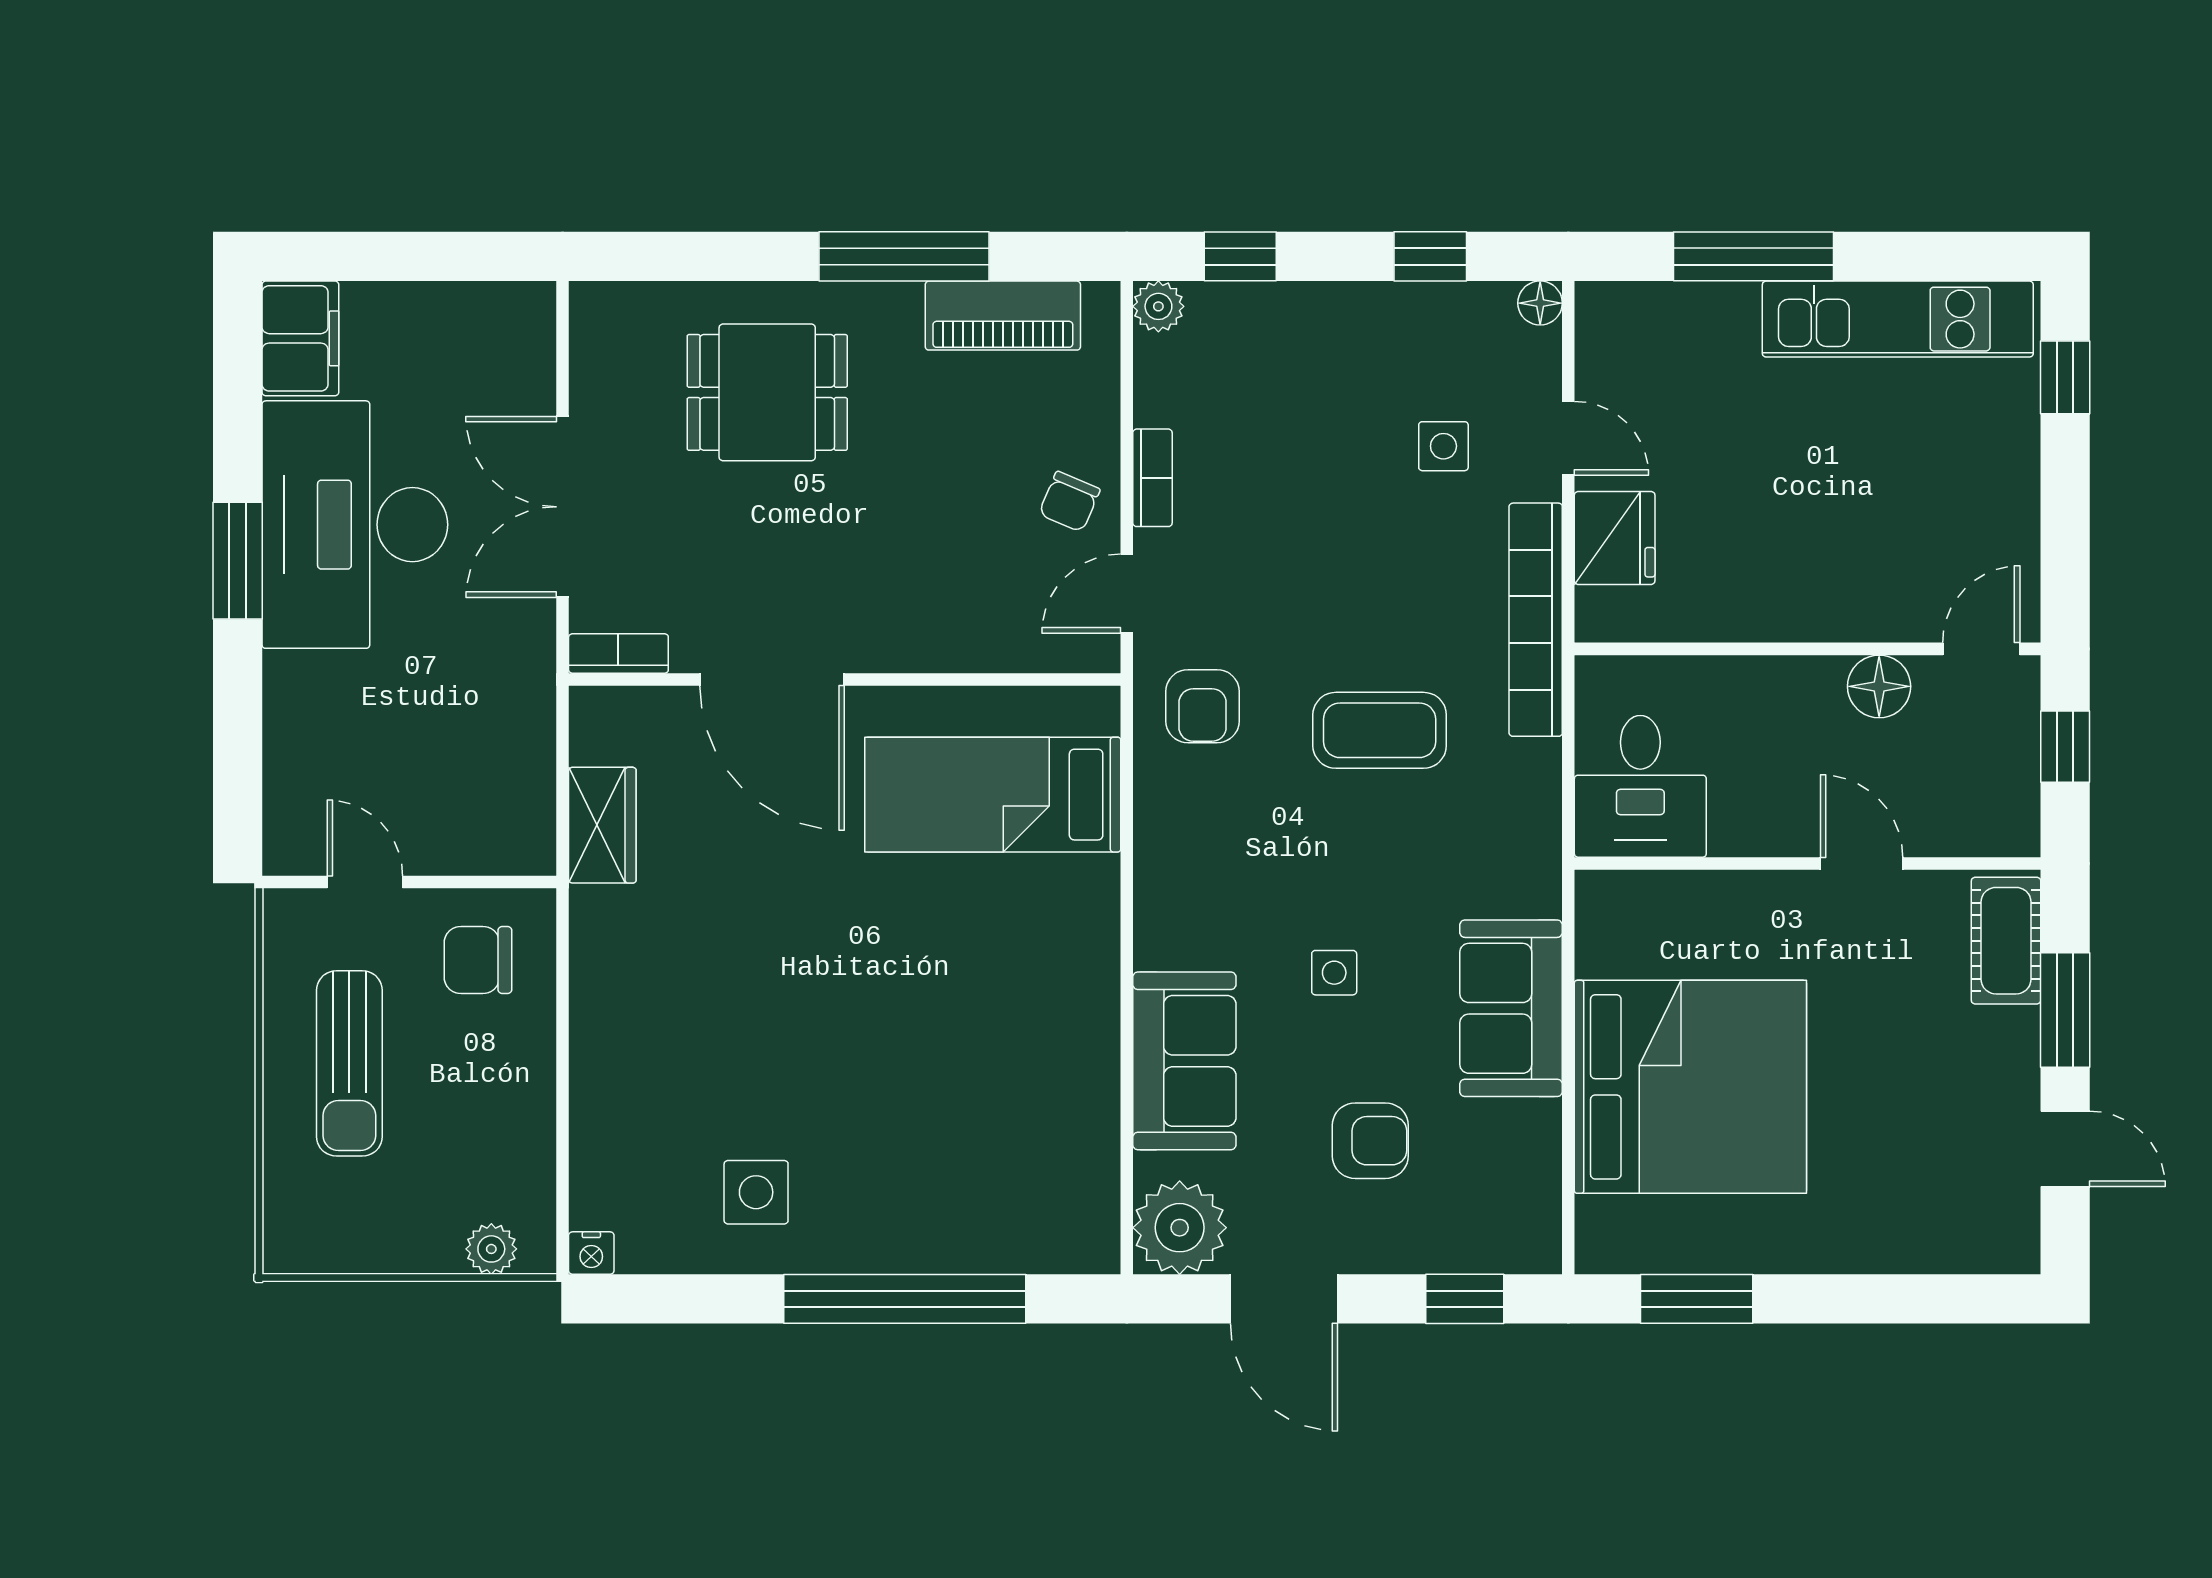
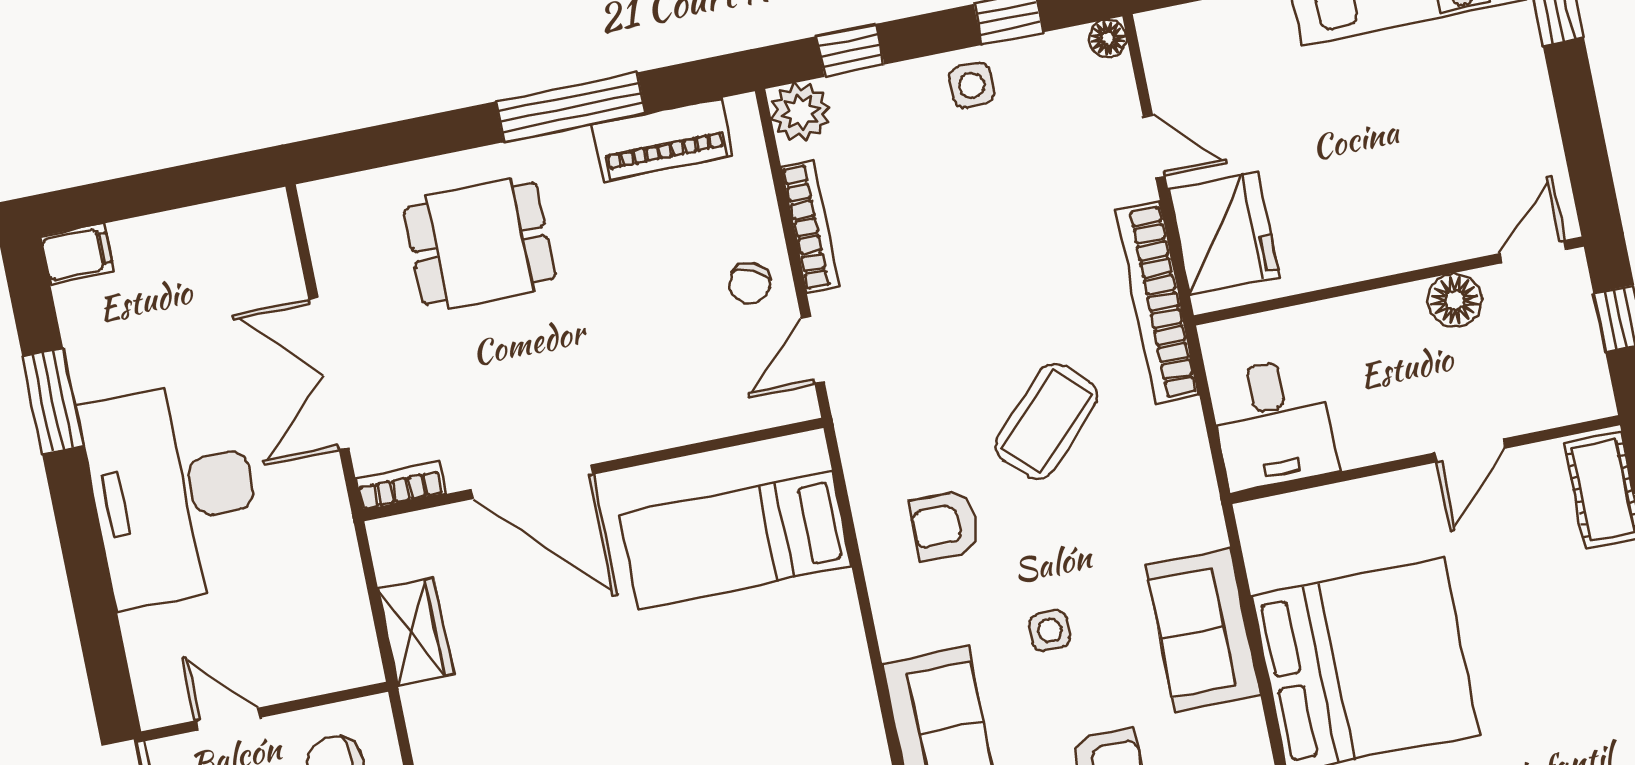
plant: (1158, 306) -> (800, 112), width x1.38, depth x1.38
filing cabinet: (300, 338) -> (77, 254), width x0.50
side table: (1443, 446) -> (972, 85), moved
bookcase: (1152, 478) -> (810, 227), width x1.56
desk: (355, 525) -> (173, 493), moved
fridge: (1615, 538) -> (1224, 233), width x1.36, depth x1.34
window: (238, 561) -> (53, 401), moved
armchair: (1203, 706) -> (945, 525), moved, turned 90
coffee table: (1380, 730) -> (1047, 421), turned -46
door: (1862, 864) -> (1470, 450), swing flipped

